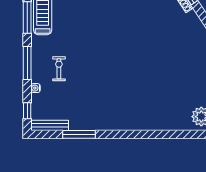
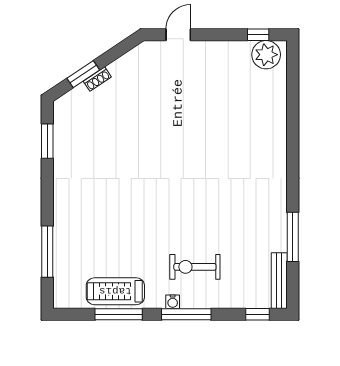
exercise bike: (59, 69) -> (195, 267), width x1.38, depth x1.39
water cooler: (36, 88) -> (173, 302), moved

